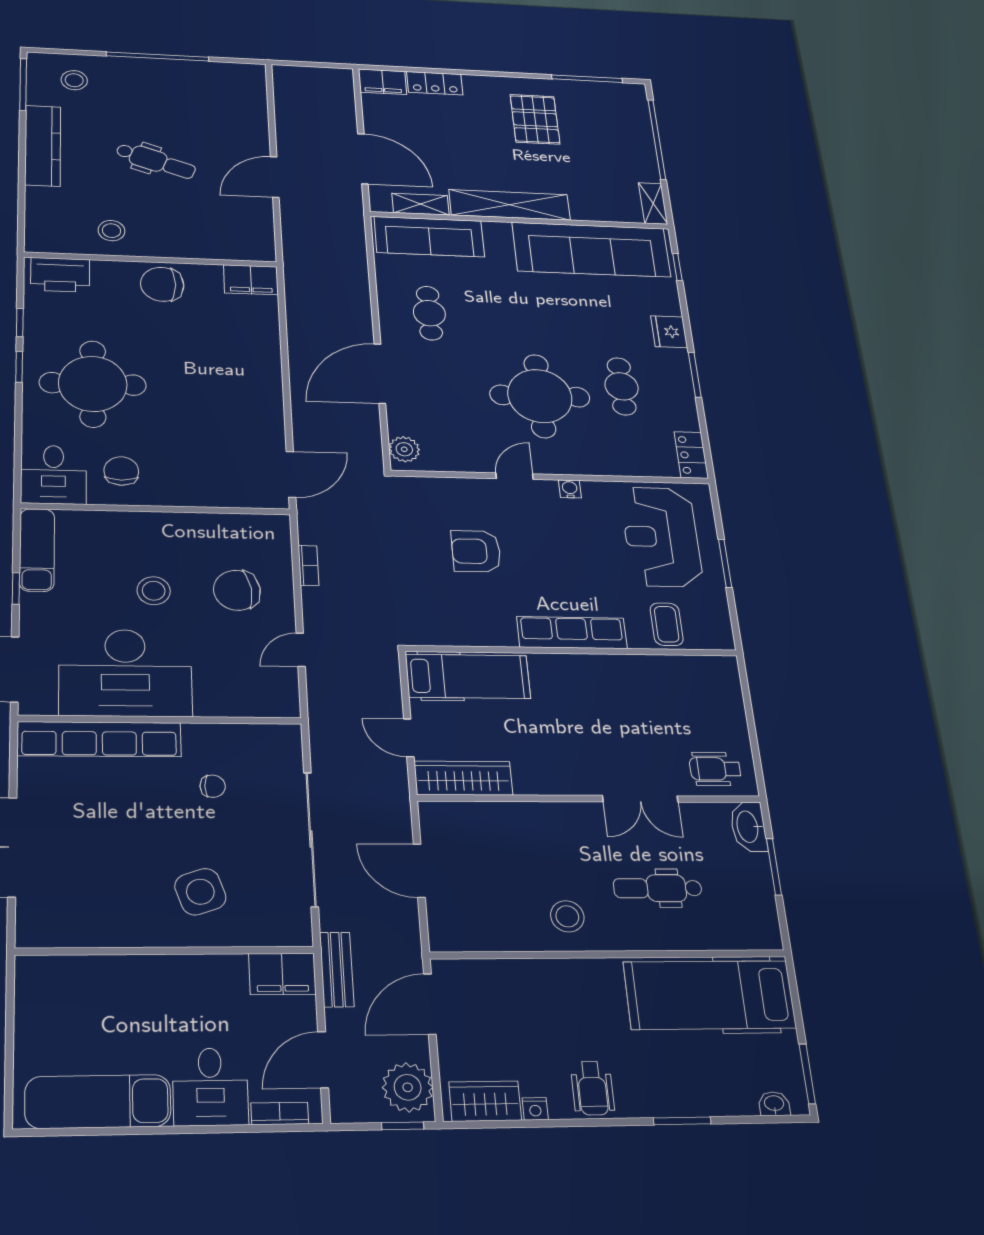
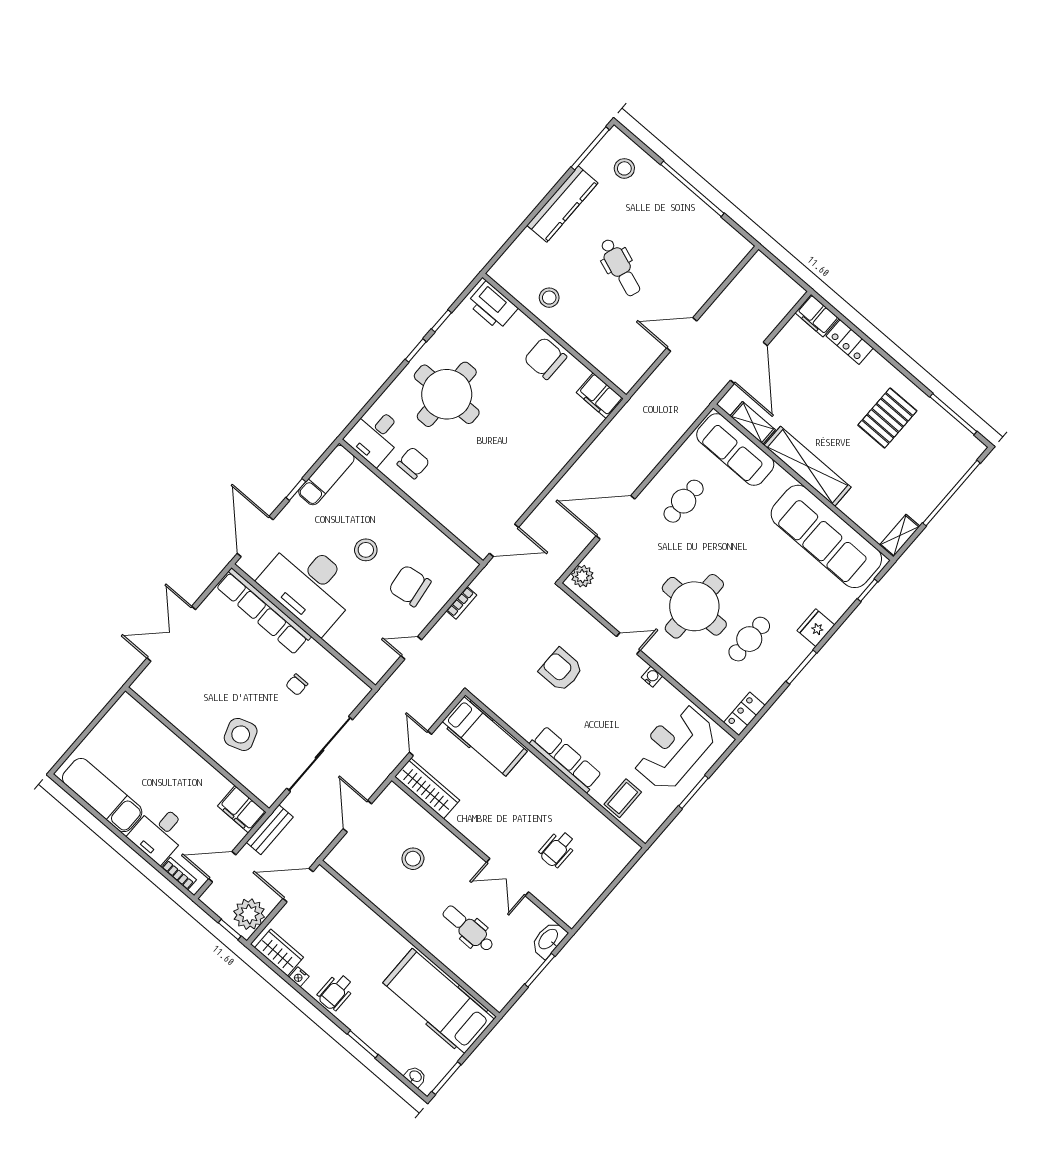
wheelchair: (715, 769) -> (557, 849), moved, turned -90
chair: (213, 786) -> (297, 685), turned 90
stool: (567, 916) -> (413, 859), moved

